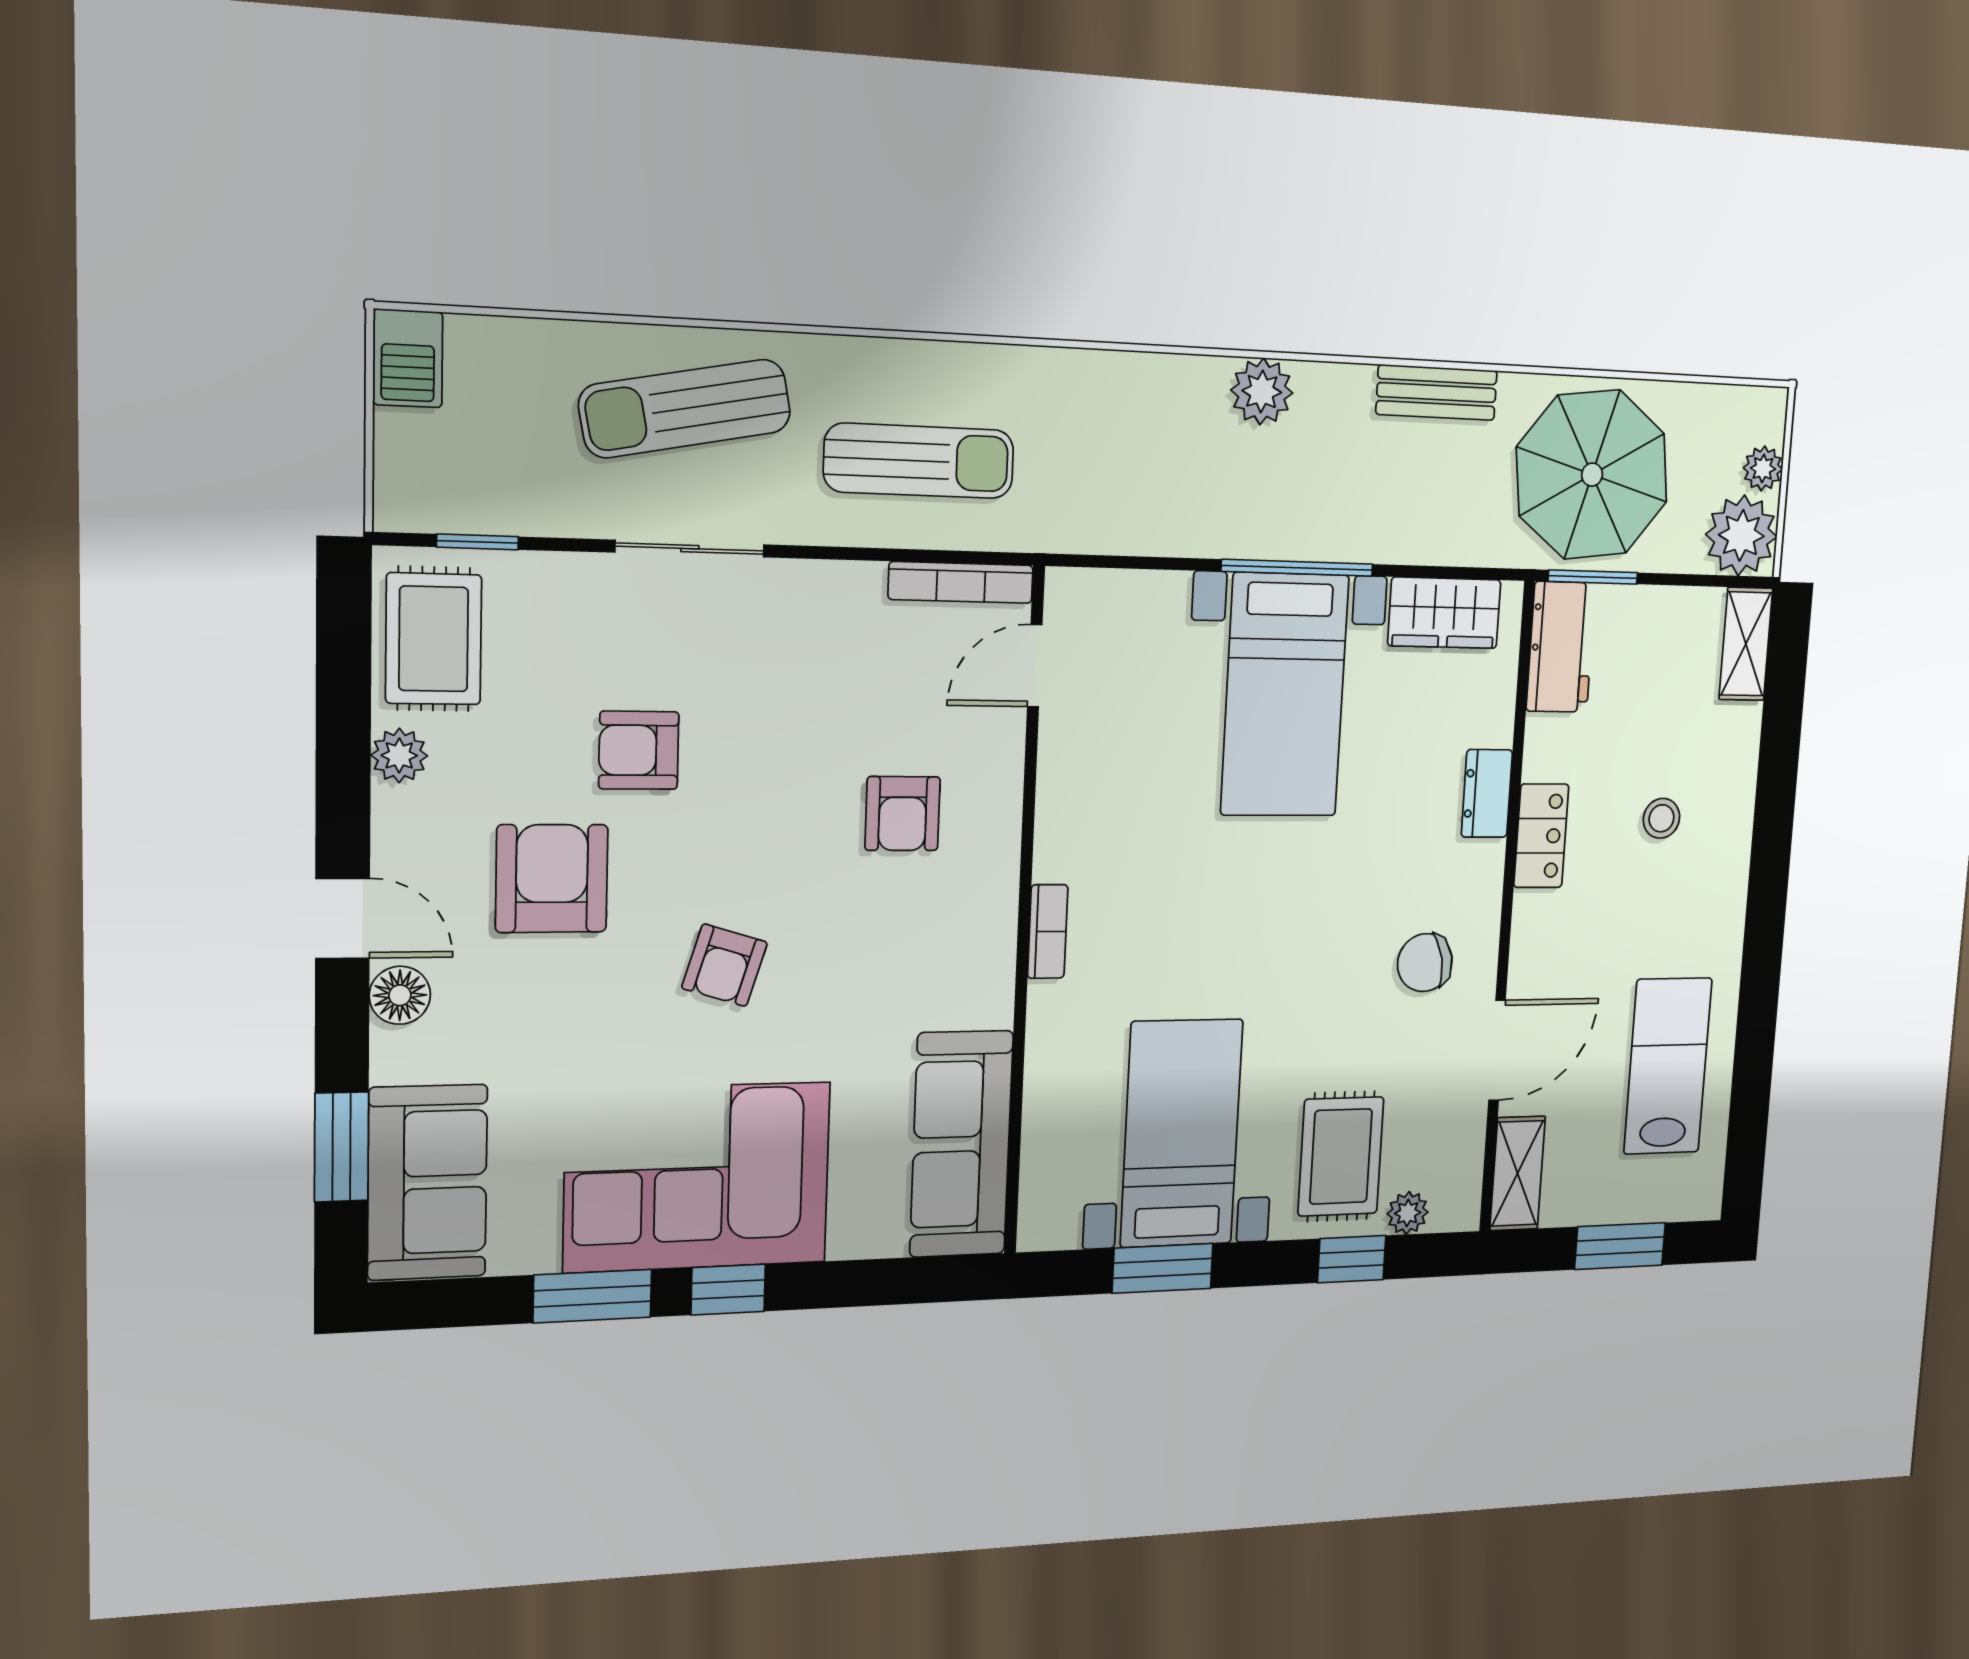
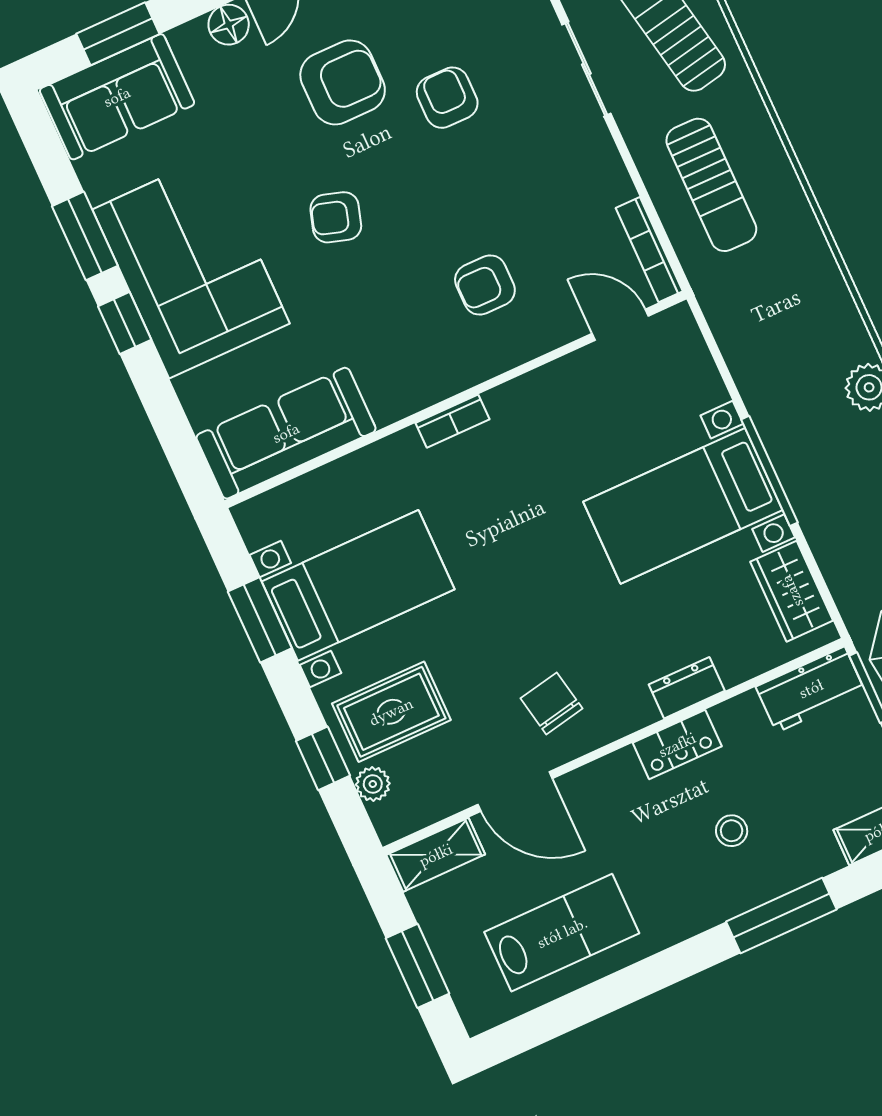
window: (1775, 806) -> (781, 916), added

